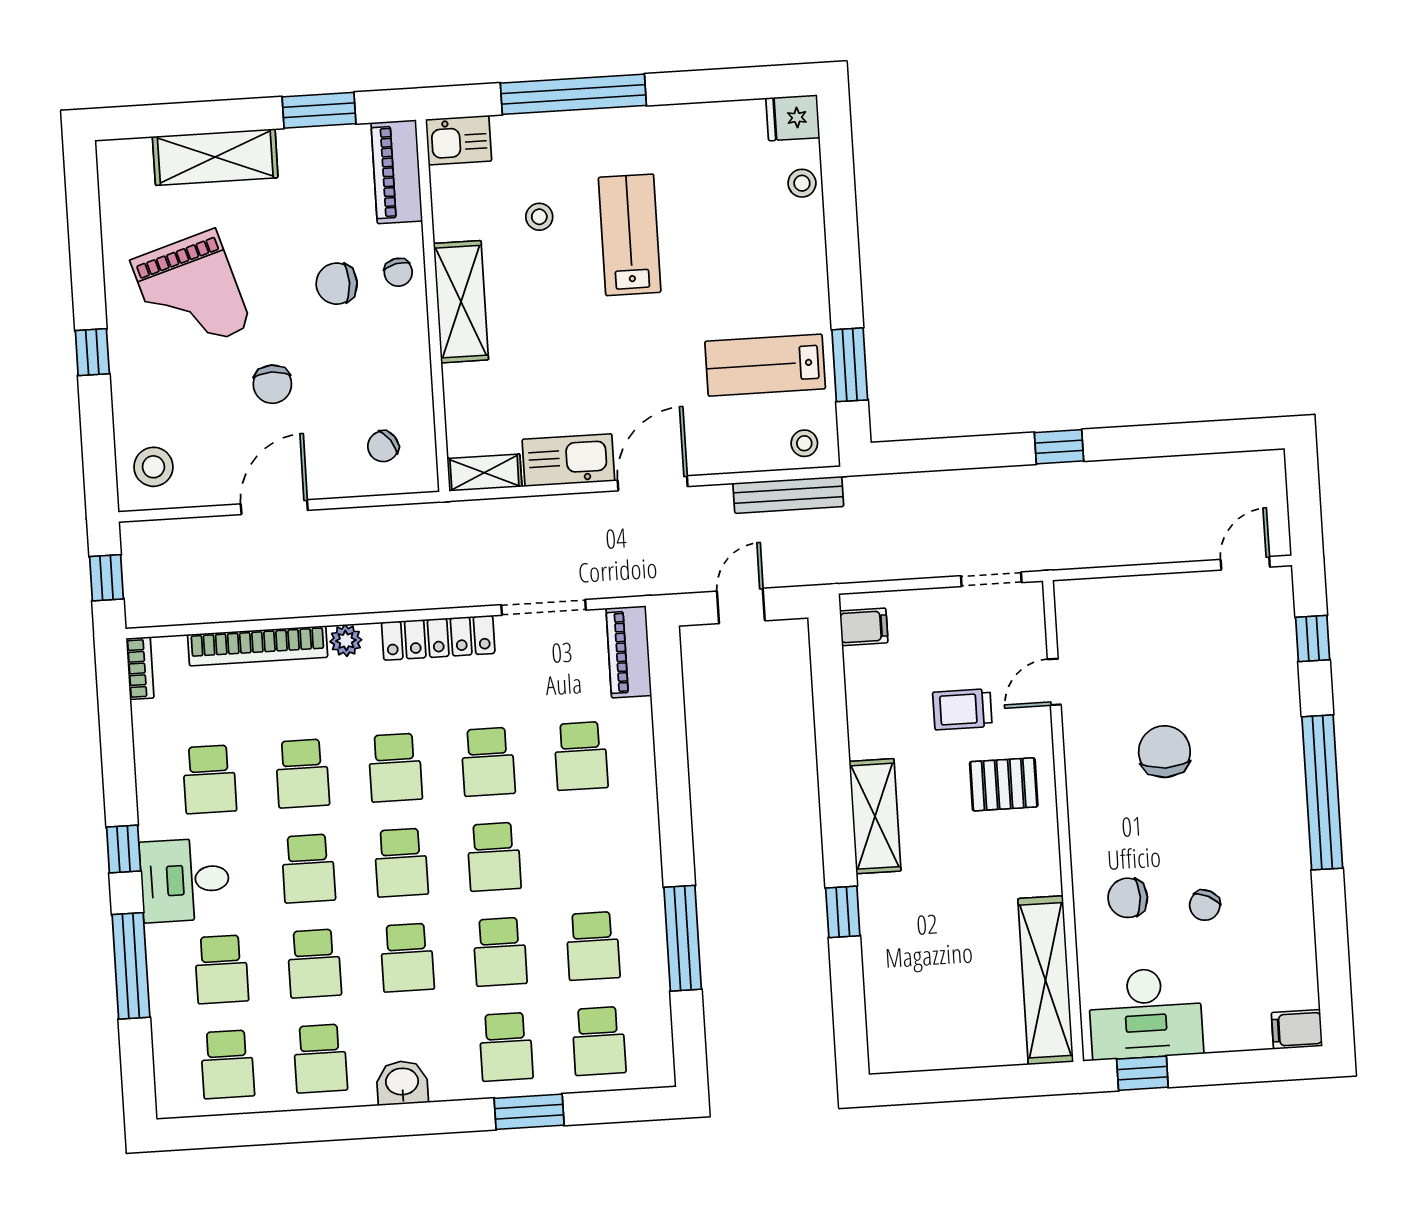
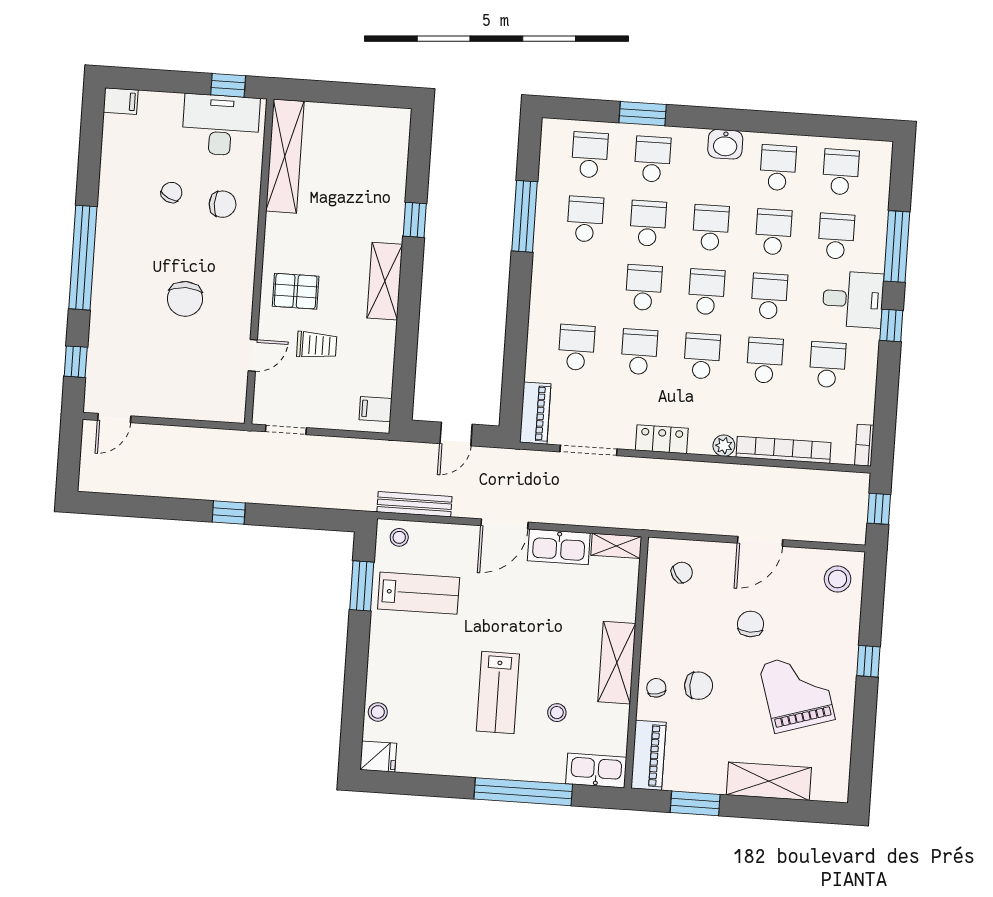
kitchen sink: (459, 140) -> (596, 771), width x1.38
locker: (438, 638) -> (662, 439), width x0.66

